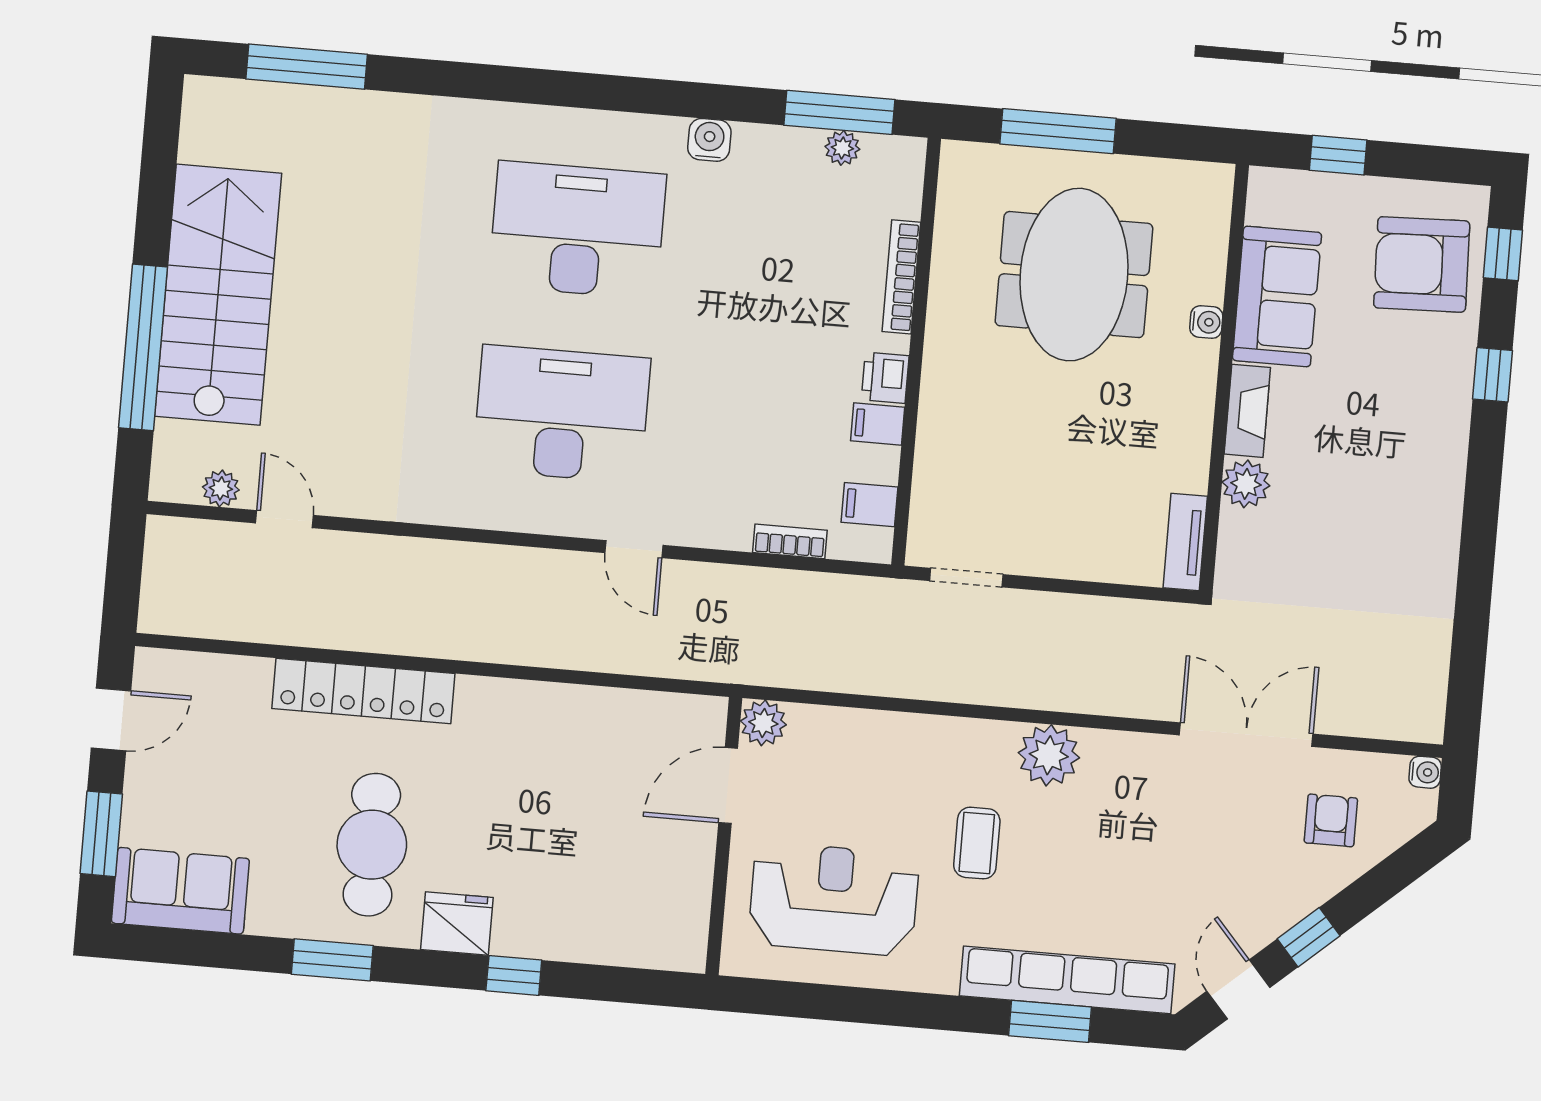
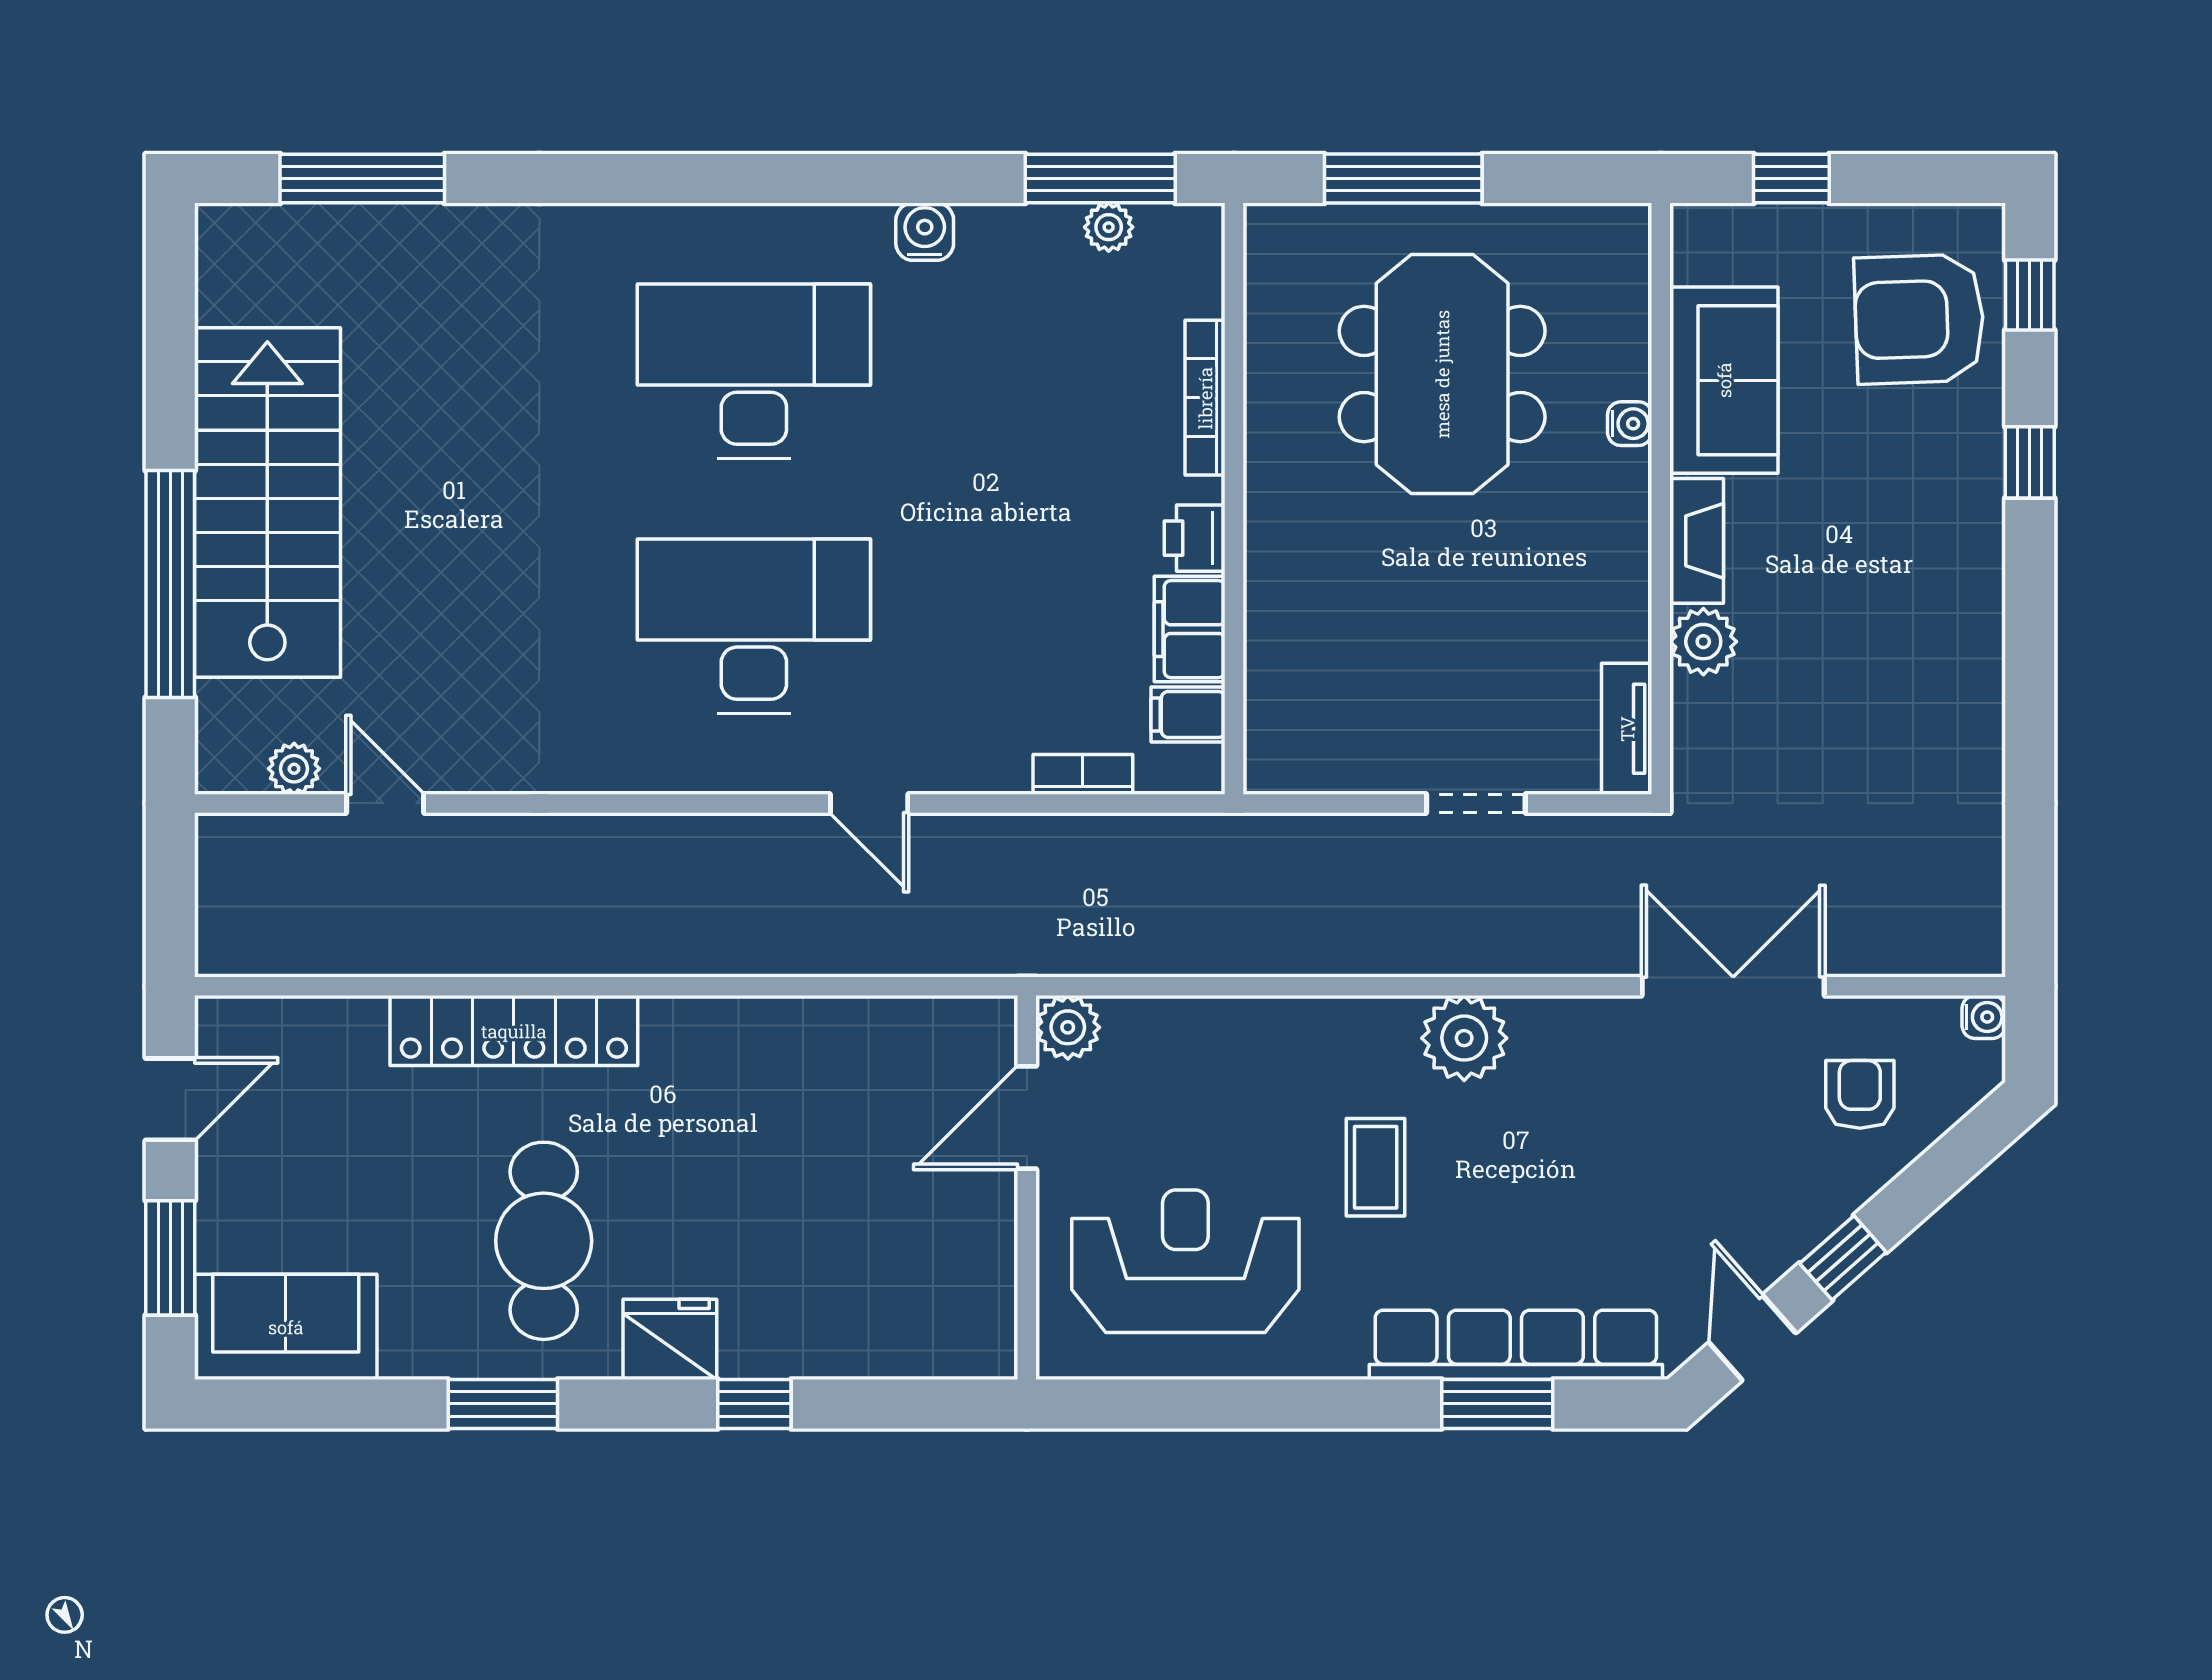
filing cabinet: (878, 424) -> (1190, 629), width x2.00
doorway: (966, 578) -> (1476, 803), moved

